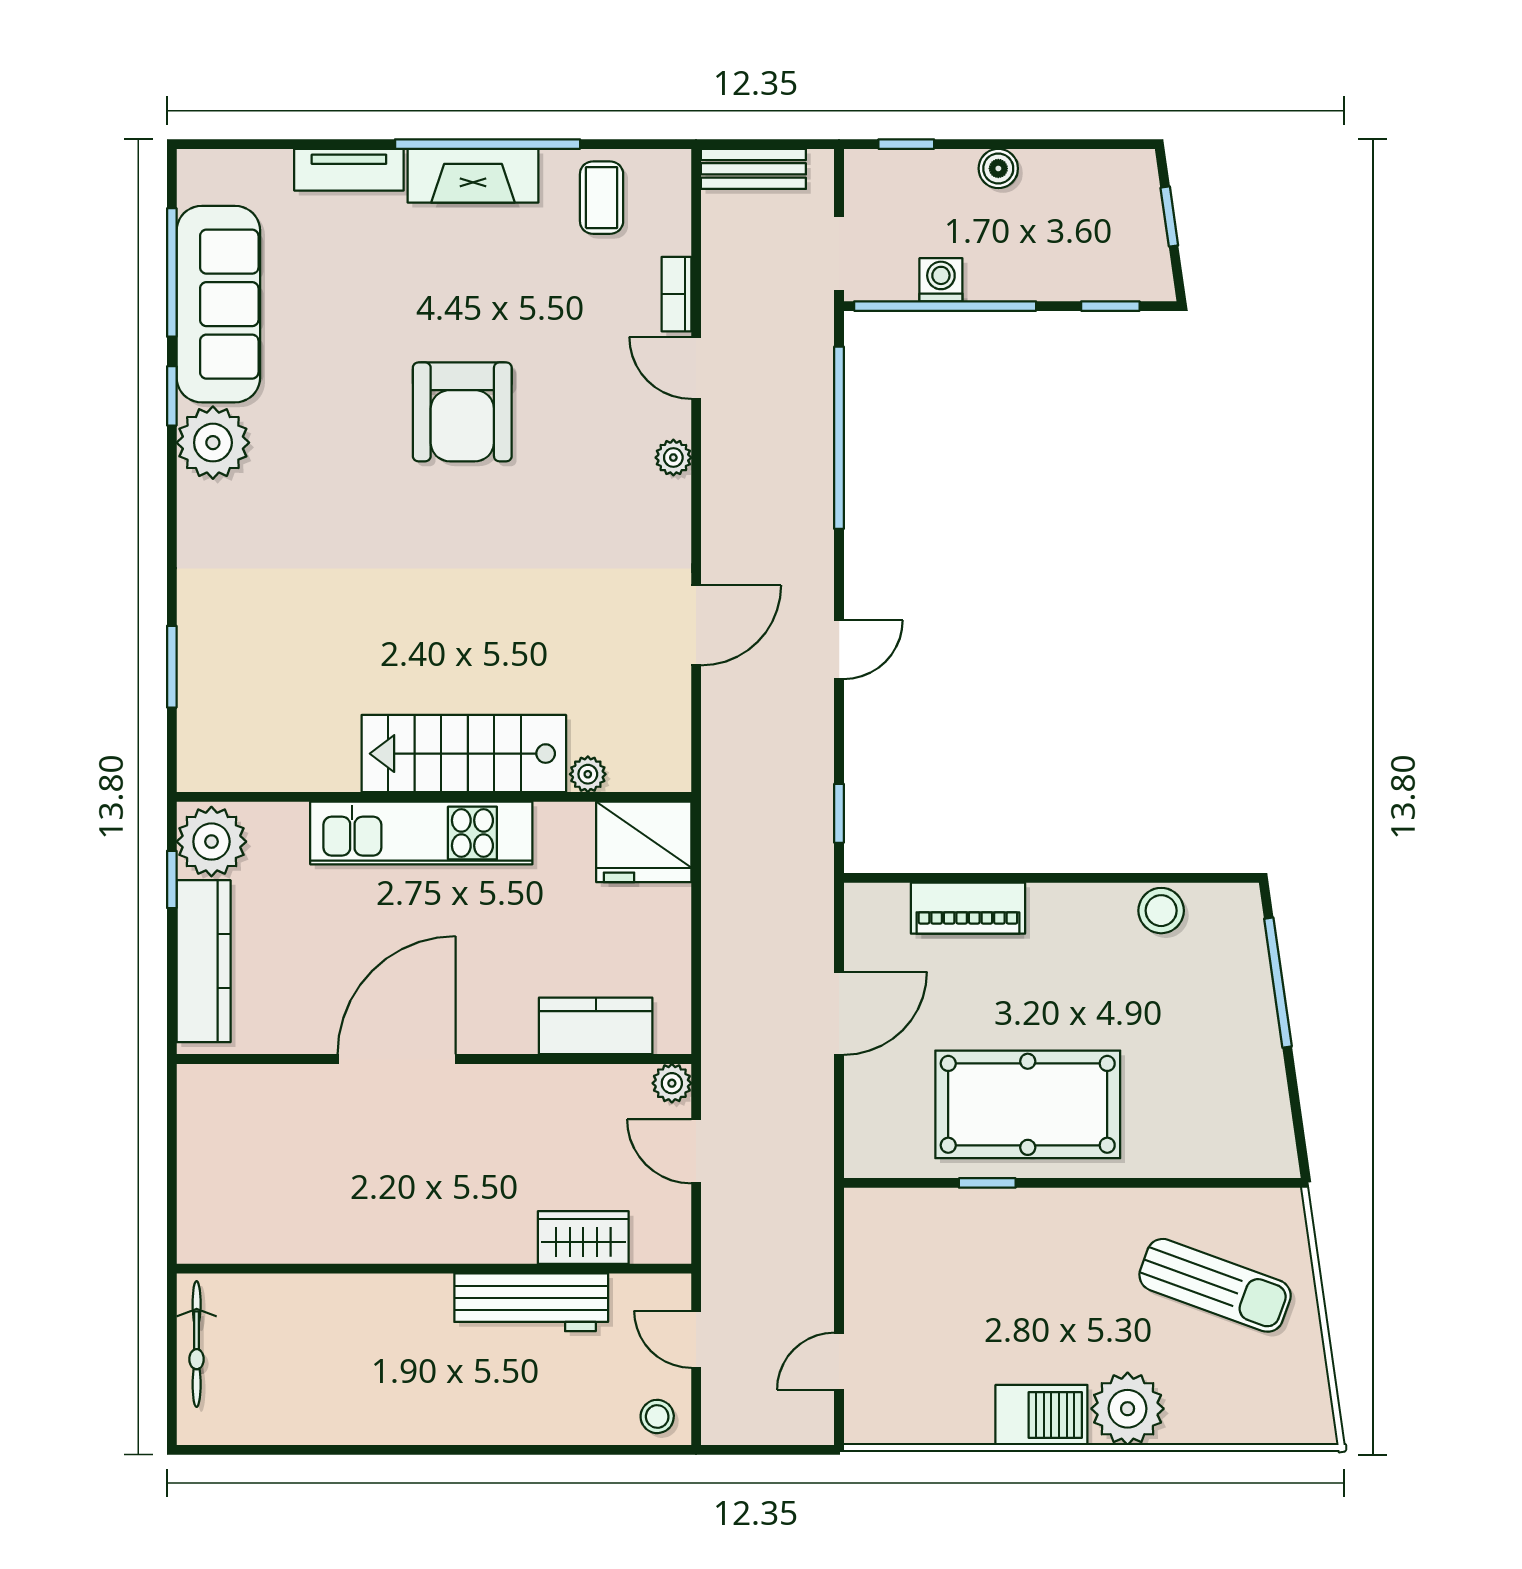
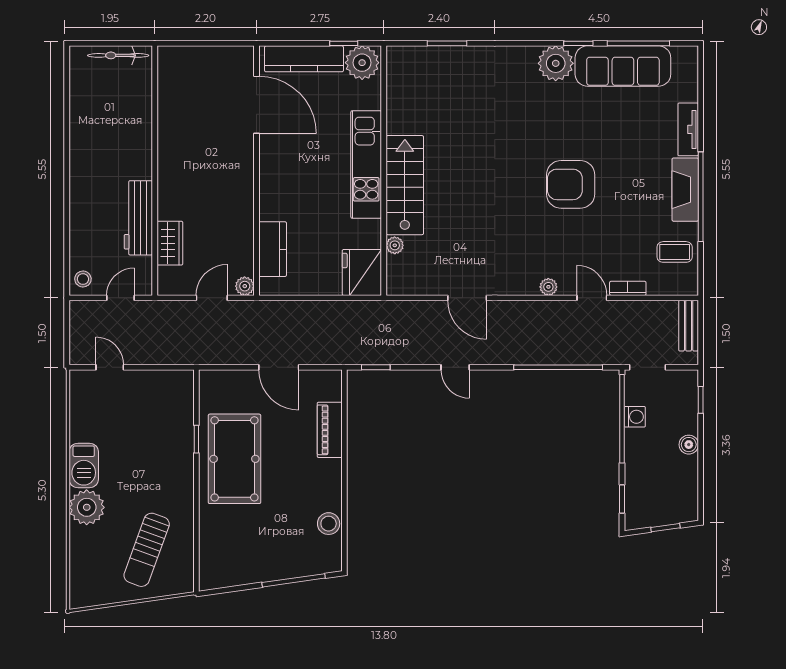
door: (696, 368) -> (592, 298), hinge flipped
door: (397, 1059) -> (256, 105), moved

